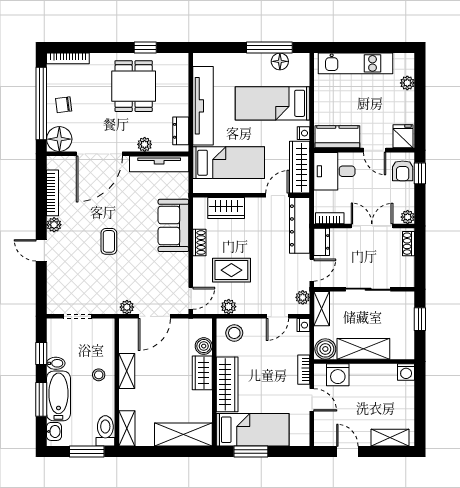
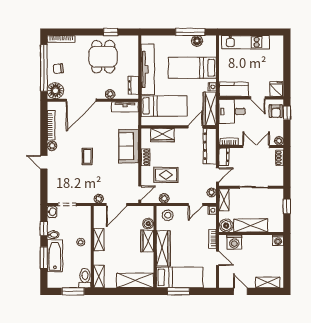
plant: (407, 83) -> (279, 55), removed
tv unit: (159, 164) -> (125, 107), width x0.71
washbasin: (54, 431) -> (52, 212), moved

